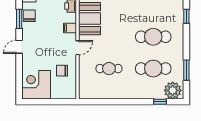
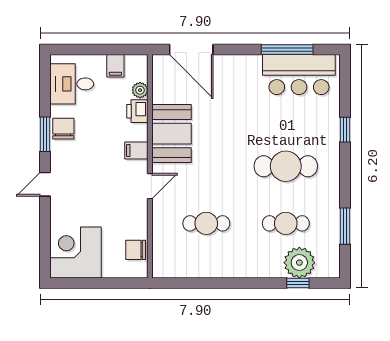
cafe table: (153, 69) -> (286, 223), width x0.73, depth x0.74
chair: (62, 71) -> (136, 250), moved
plant: (173, 90) -> (299, 263), moved

